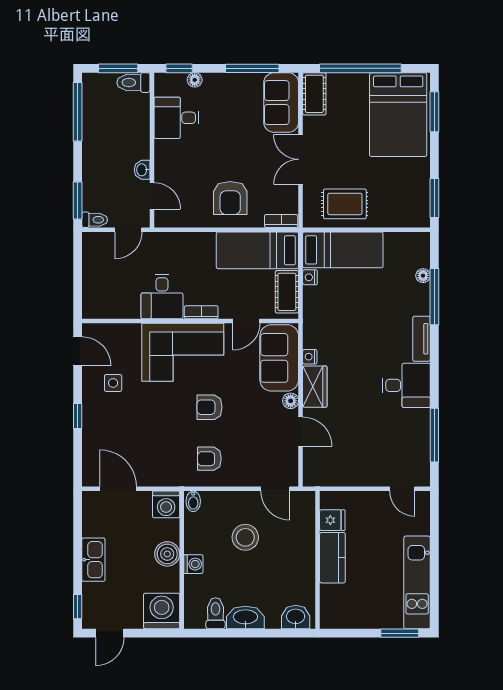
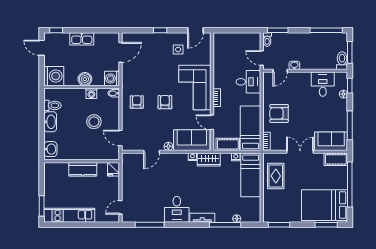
desk: (162, 296) -> (248, 82), moved, turned 180
wardrobe: (315, 387) -> (209, 160), moved
door: (275, 489) -> (120, 138), hinge flipped
fridge: (332, 520) -> (113, 169), moved
washing machine: (193, 564) -> (91, 93), moved

